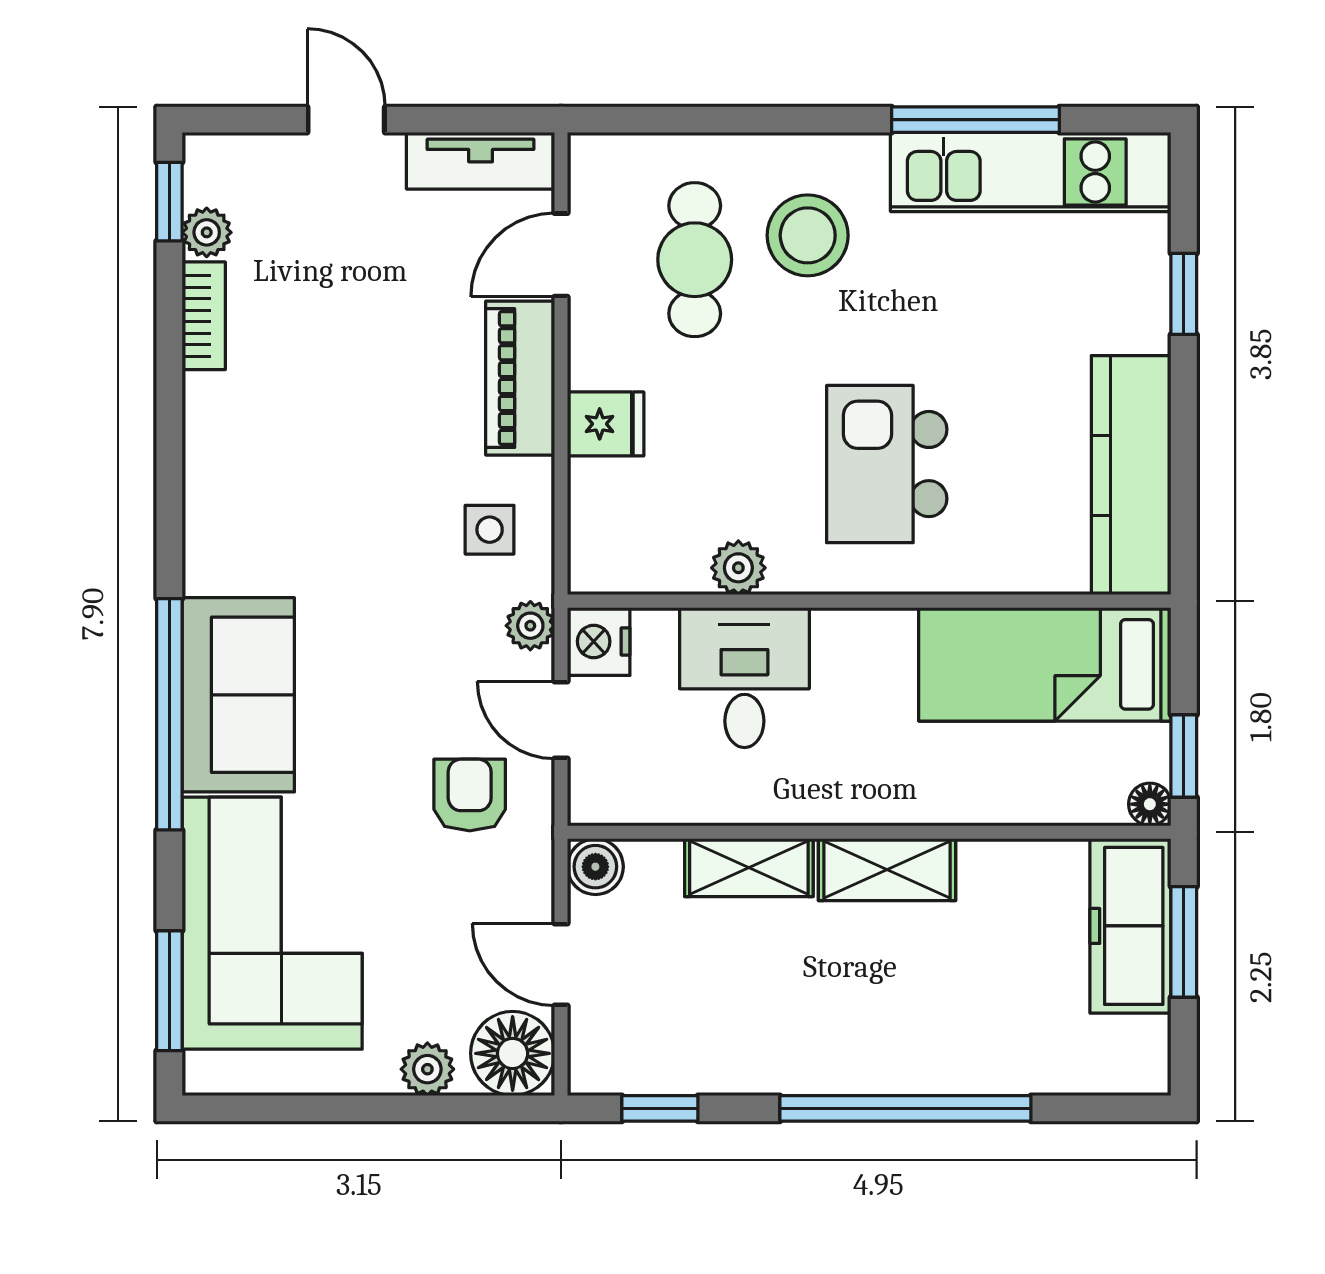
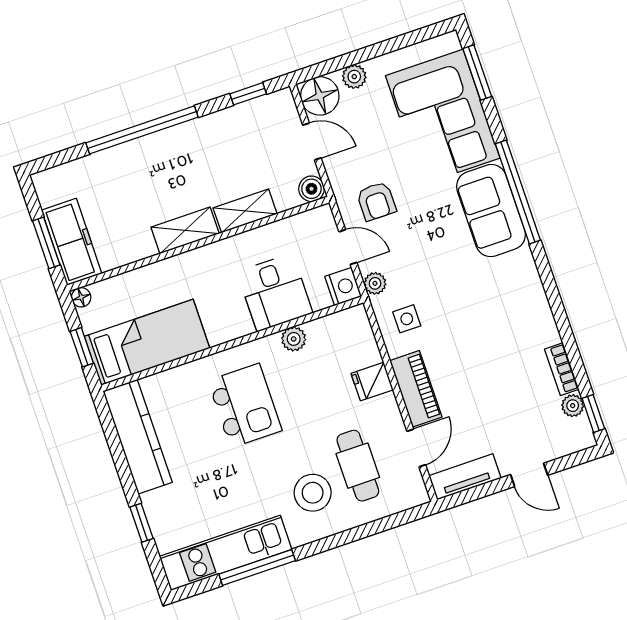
window: (1184, 756) -> (82, 347), moved

